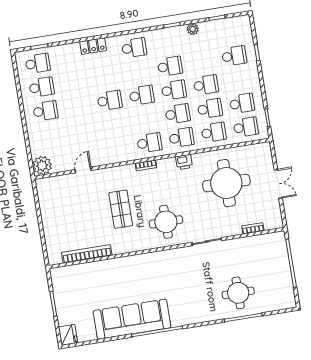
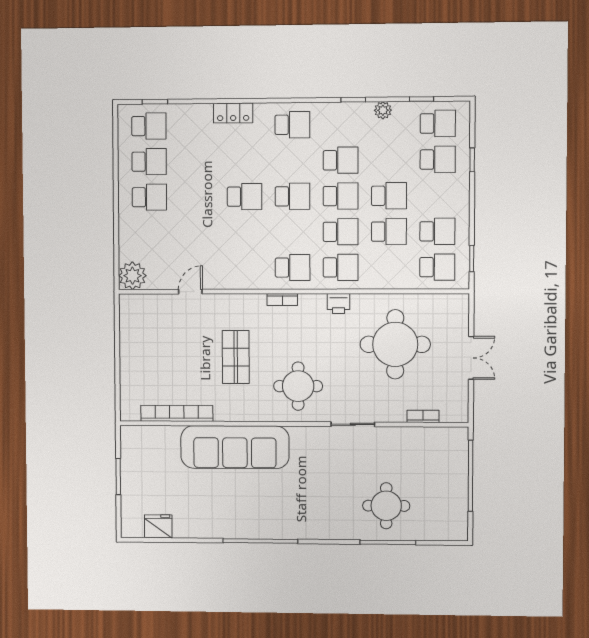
school desk: (214, 132) -> (438, 123), moved
sofa: (132, 319) -> (235, 447), moved, turned 180
fridge: (68, 335) -> (158, 526), moved, turned -90

